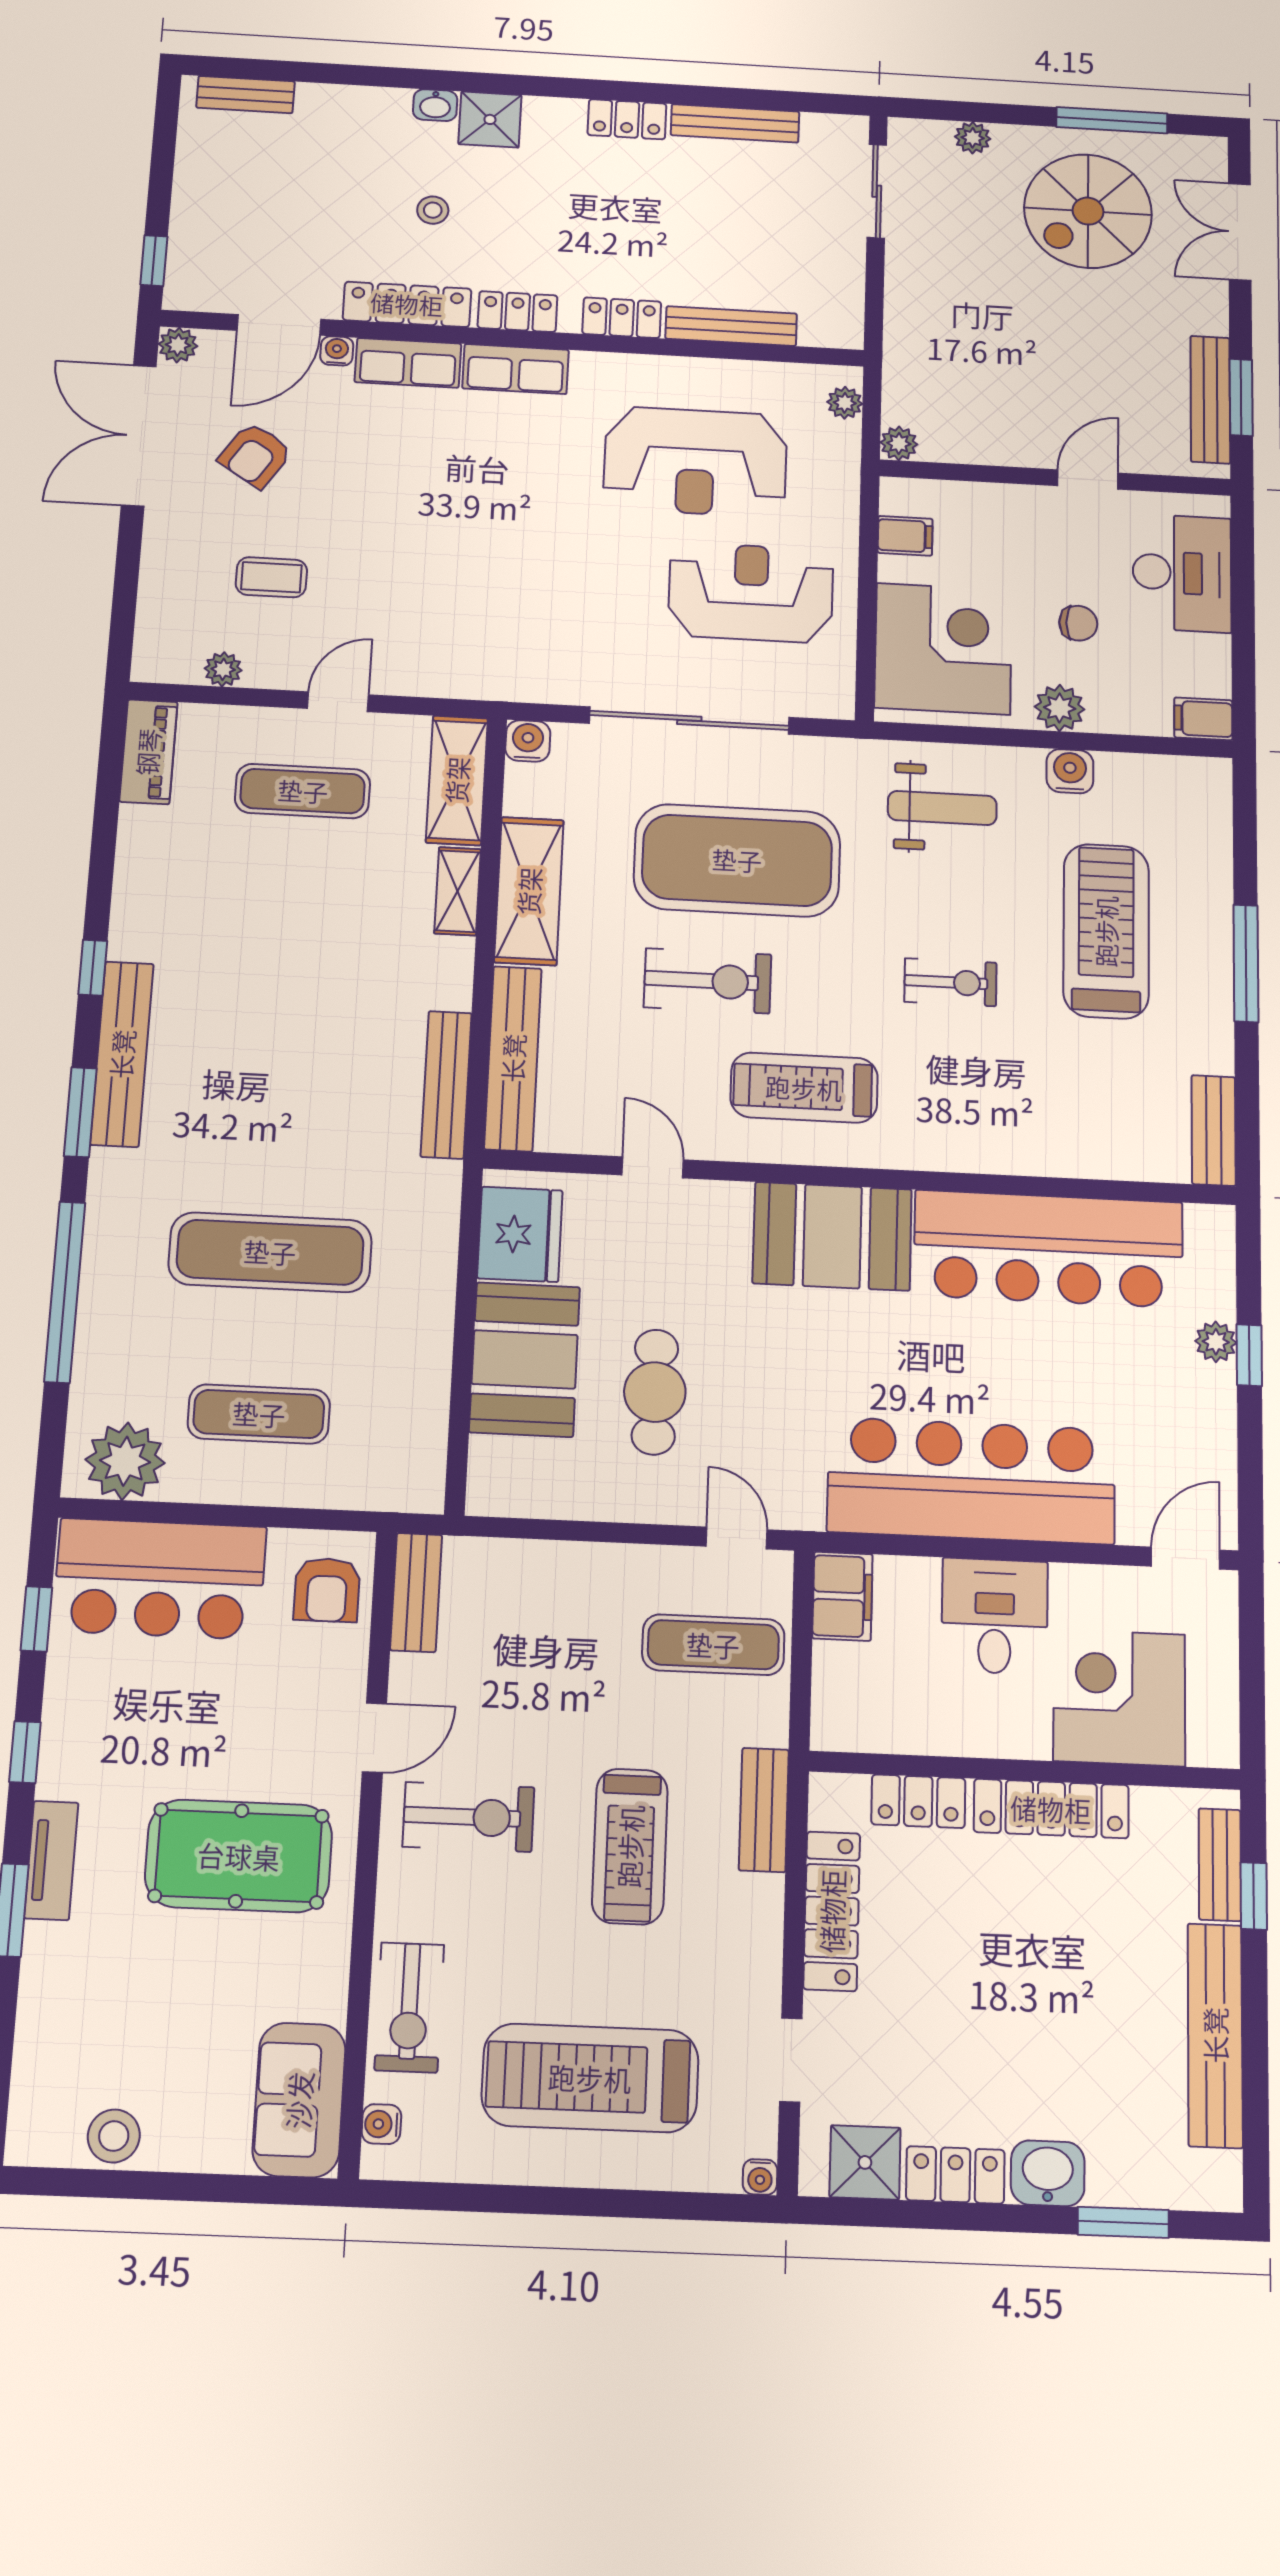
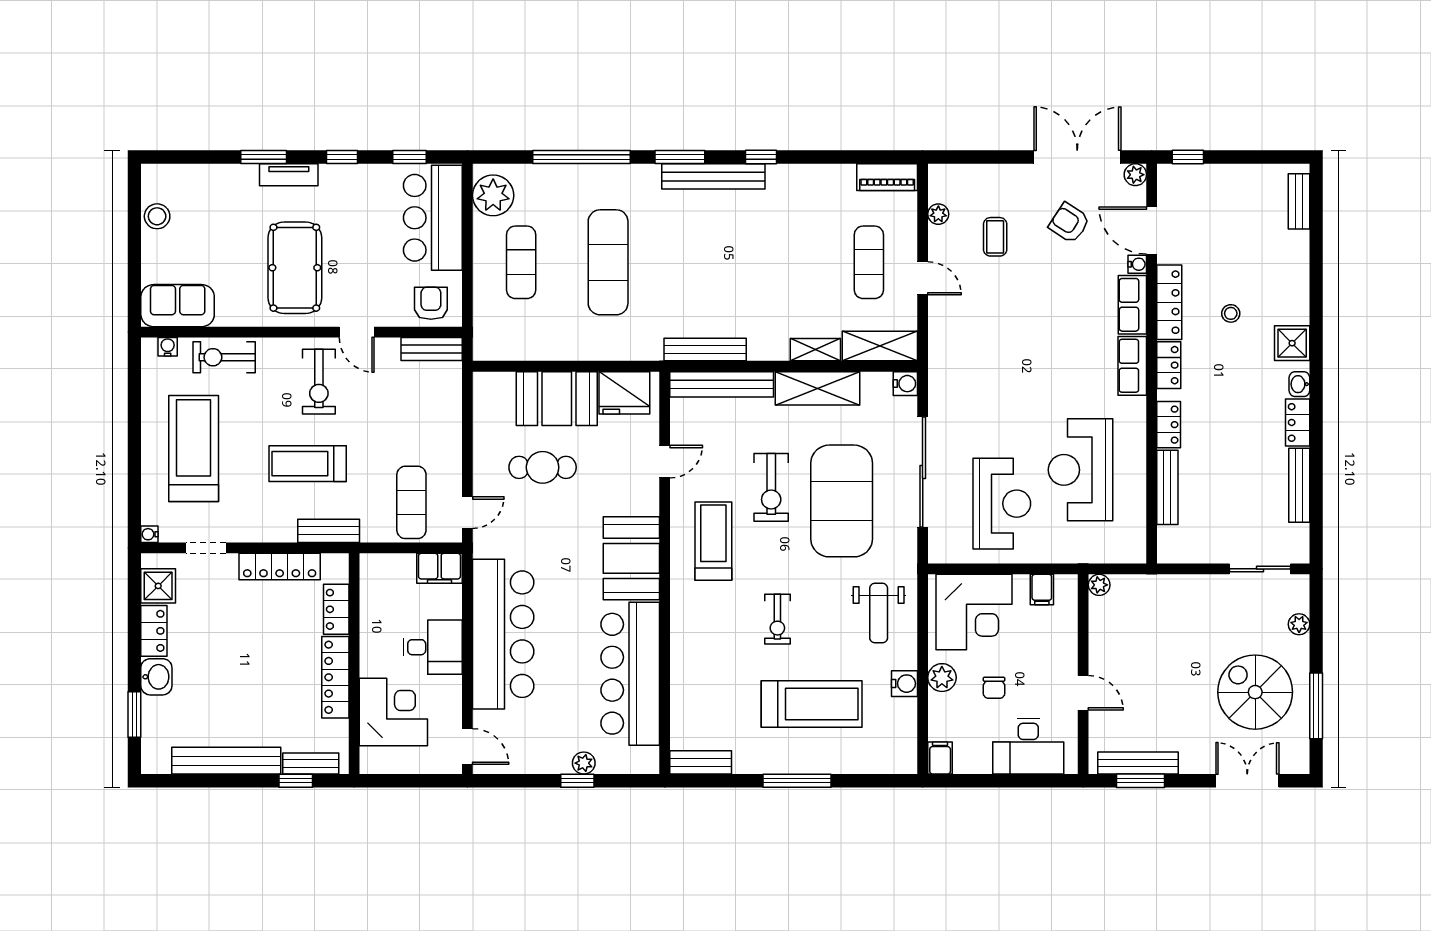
washbasin: (435, 105) -> (1299, 384), moved
plant: (845, 403) -> (1123, 553), removed
armchair: (327, 1590) -> (431, 303), turned 90

